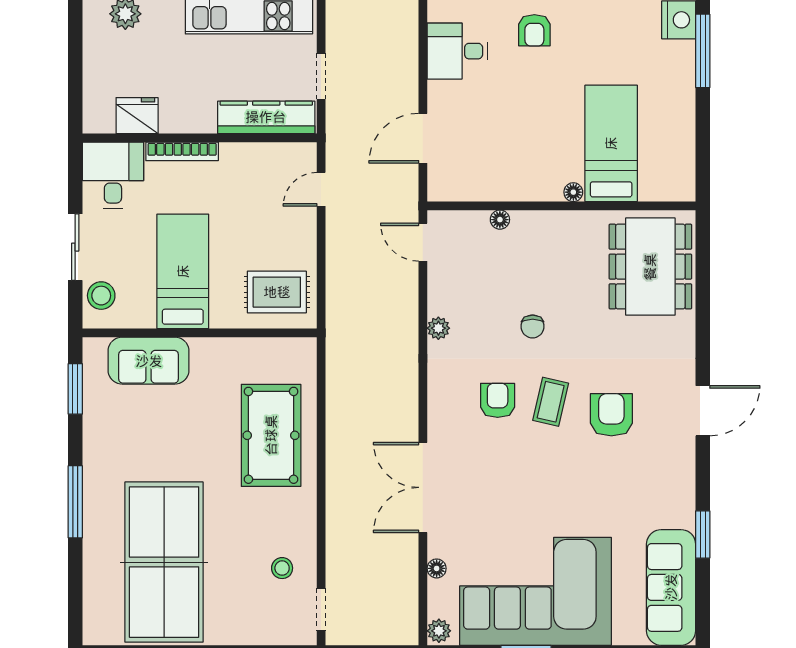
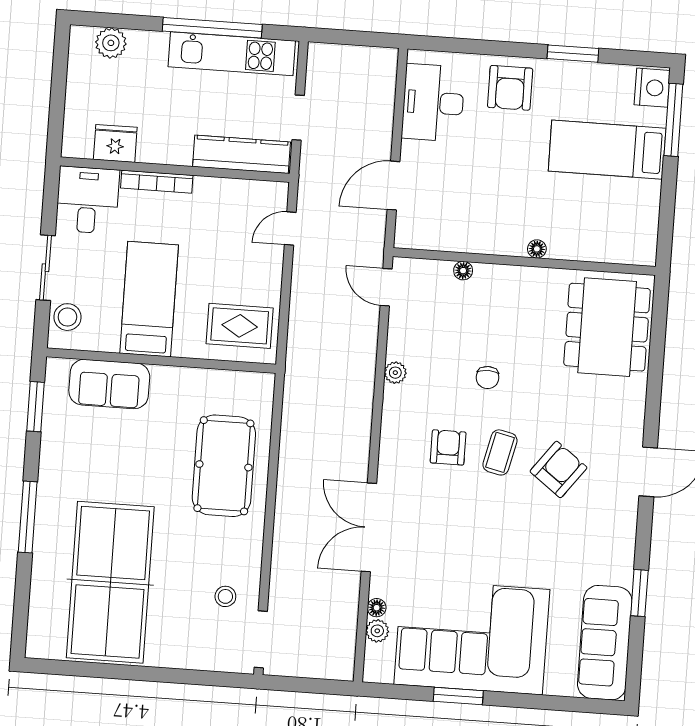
armchair: (534, 30) -> (510, 88), width x1.38, depth x1.38
desk: (457, 51) -> (433, 103), width x1.37
bed: (611, 143) -> (607, 150), moved, turned -90
armchair: (611, 415) -> (558, 469), turned 37
doorway: (321, 609) -> (261, 639), width x1.38
plant: (439, 631) -> (377, 631), moved

